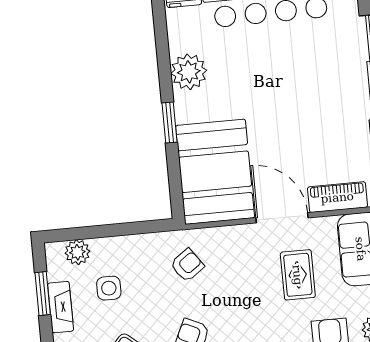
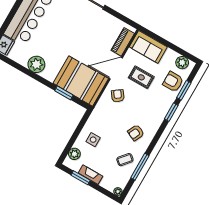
window: (169, 123) -> (64, 93), moved
armchair: (187, 265) -> (118, 96), moved
side table: (109, 288) -> (93, 140), moved

